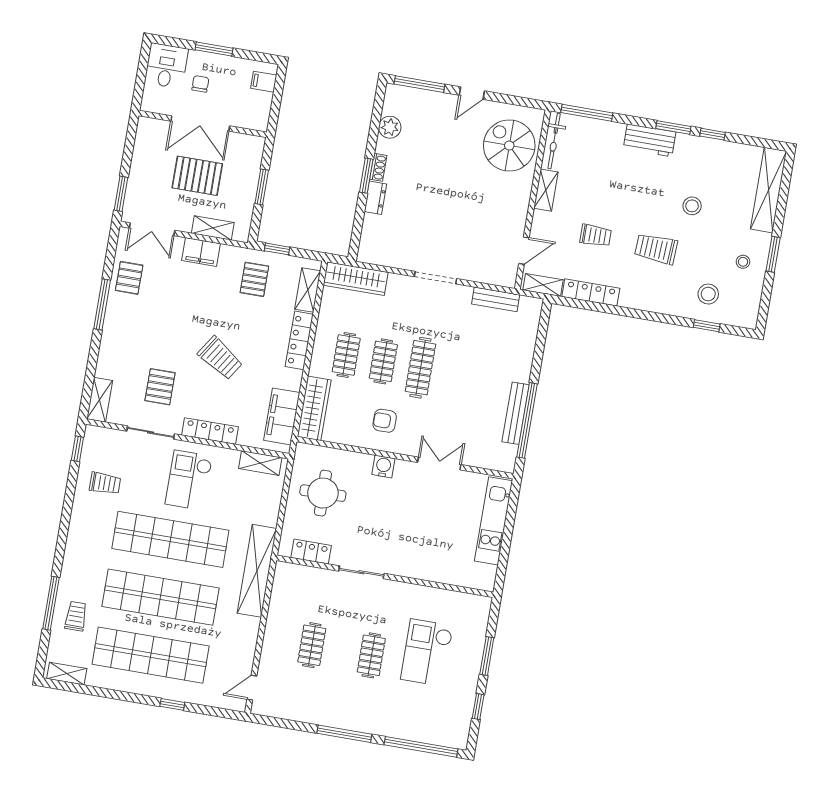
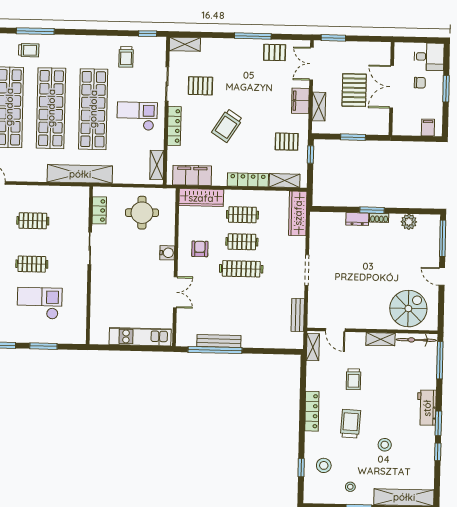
locker: (591, 292) -> (312, 411), moved

